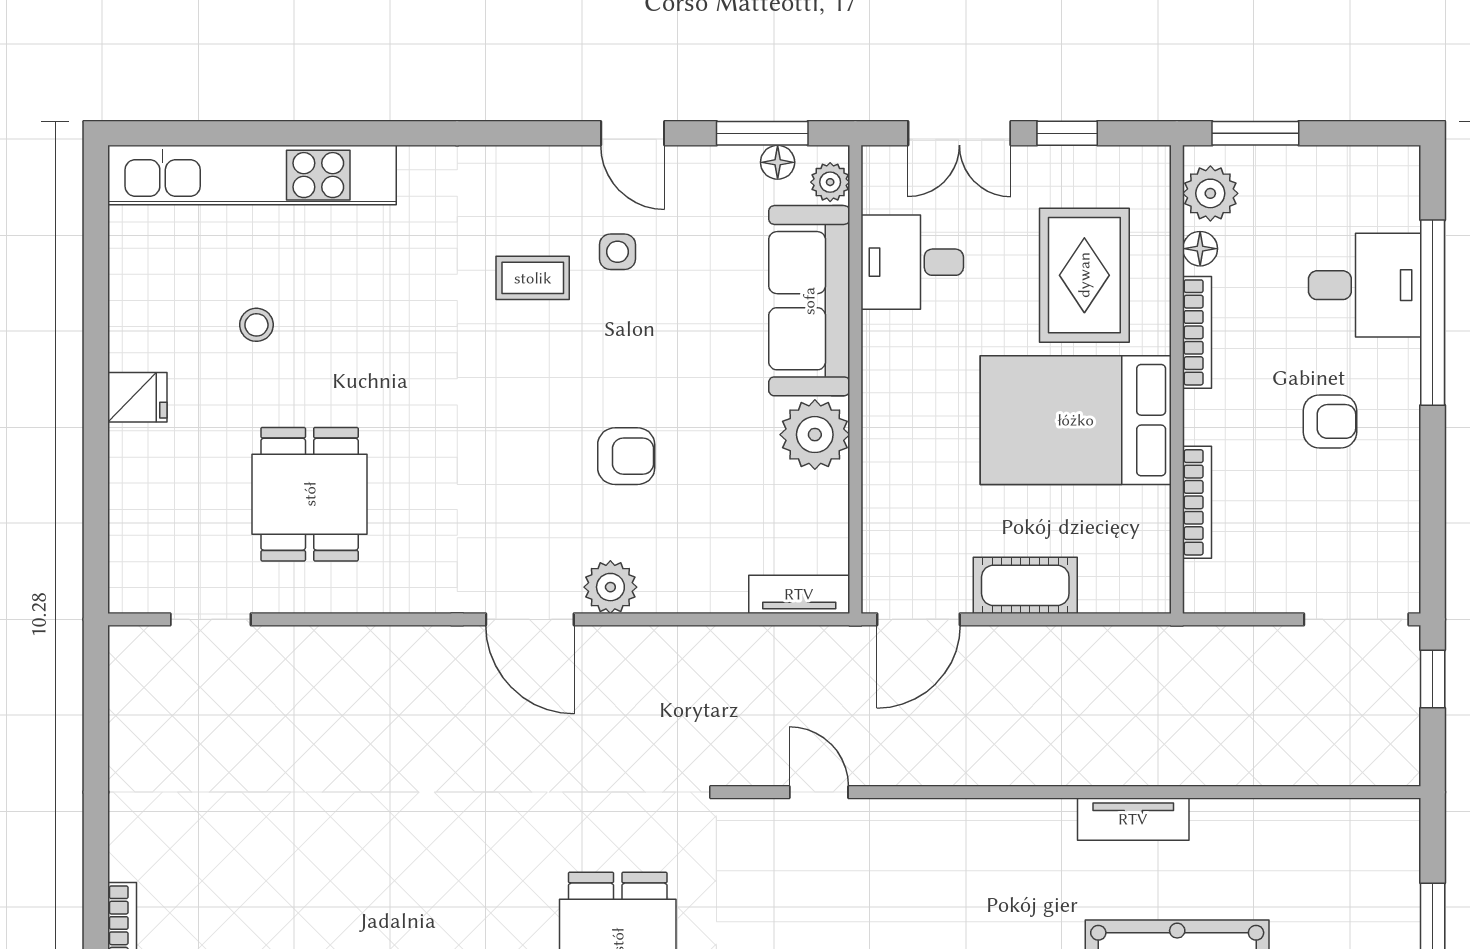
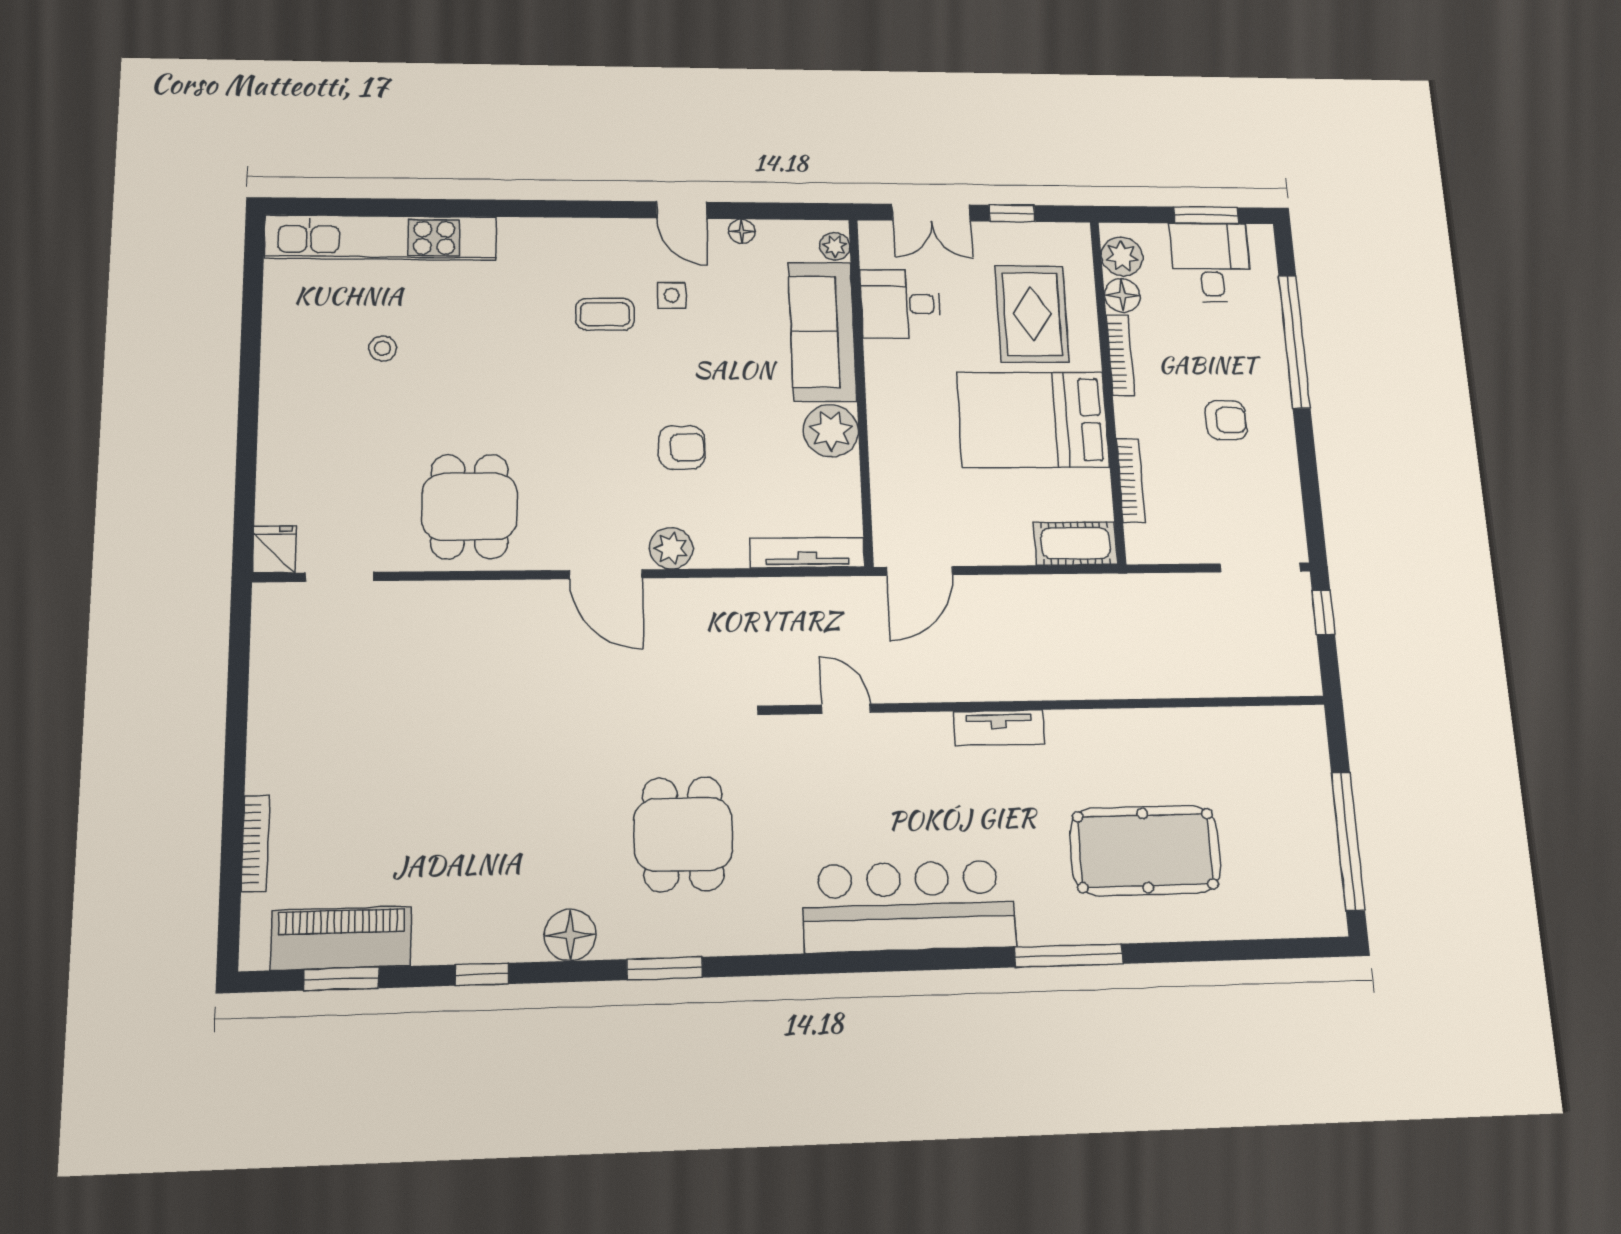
window: (762, 133) -> (781, 211), removed
window: (1255, 133) -> (1206, 215), moved
floor lamp: (778, 162) -> (742, 231), moved
floor lamp: (1200, 249) -> (1122, 295), width x1.37, depth x1.37
desk: (1365, 285) -> (1211, 263), moved, turned -90
fridge: (137, 397) -> (274, 549), moved, turned -90
dining table: (310, 494) -> (470, 507), moved
cot: (1025, 585) -> (1076, 543), moved
tv unit: (799, 594) -> (807, 553), width x1.41
tv unit: (1133, 819) -> (999, 728), moved

